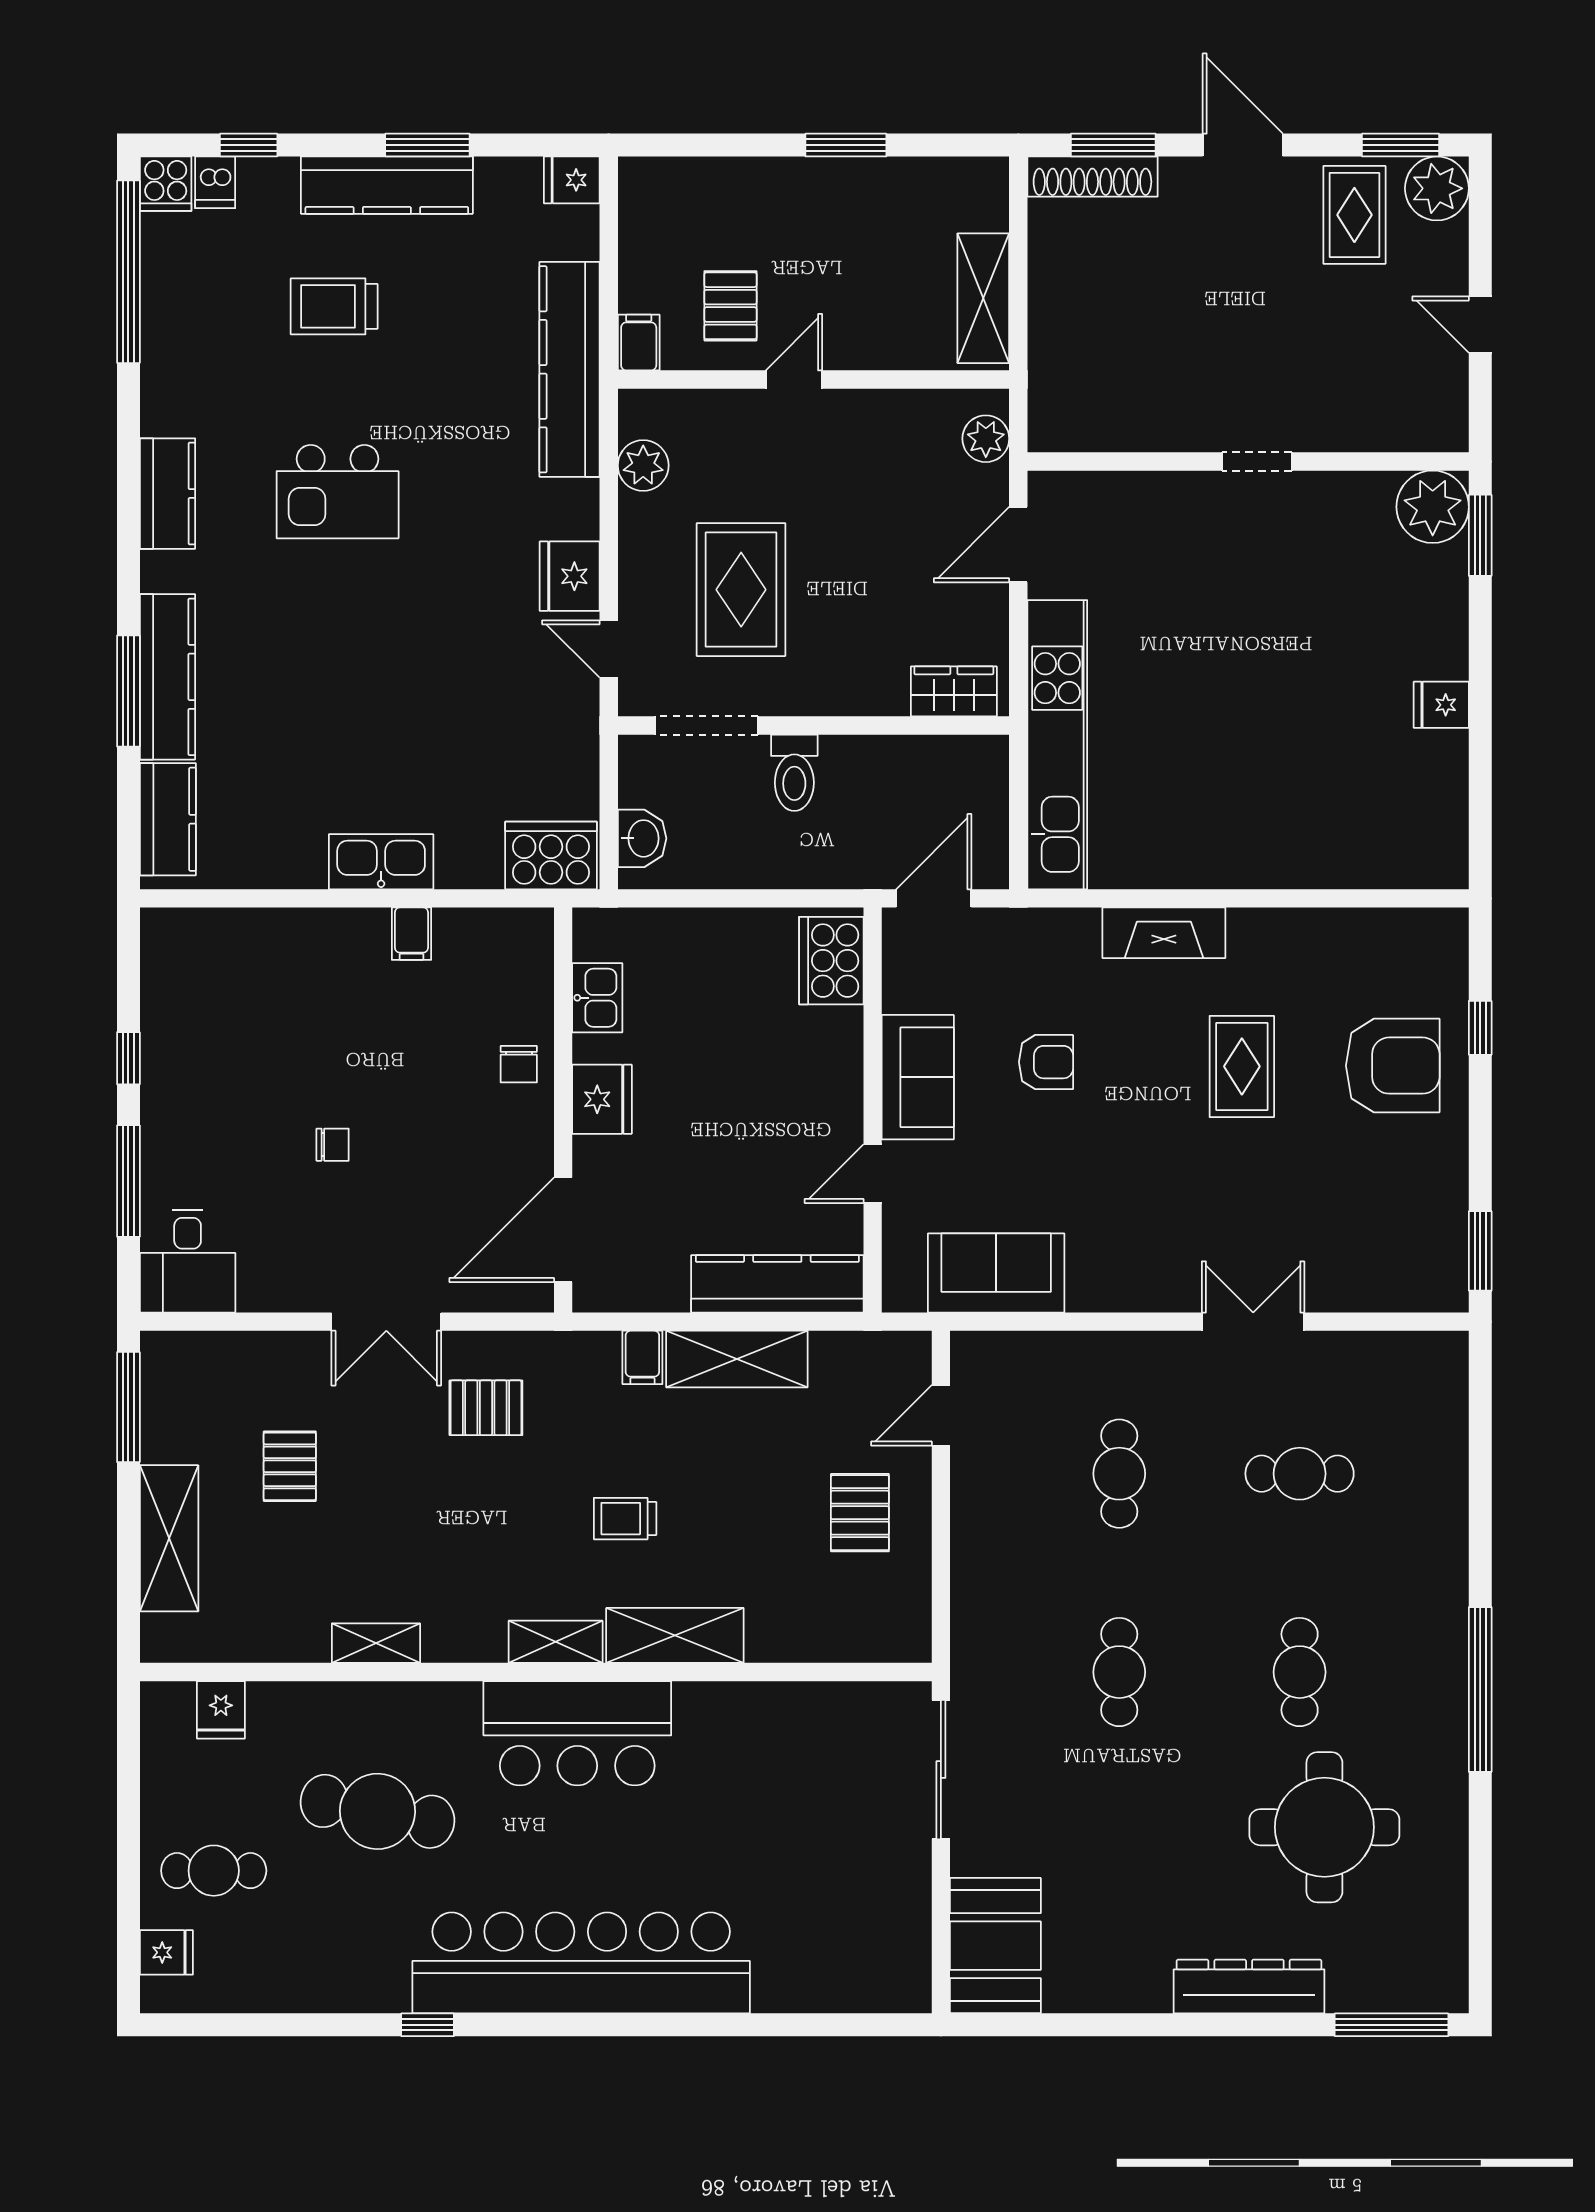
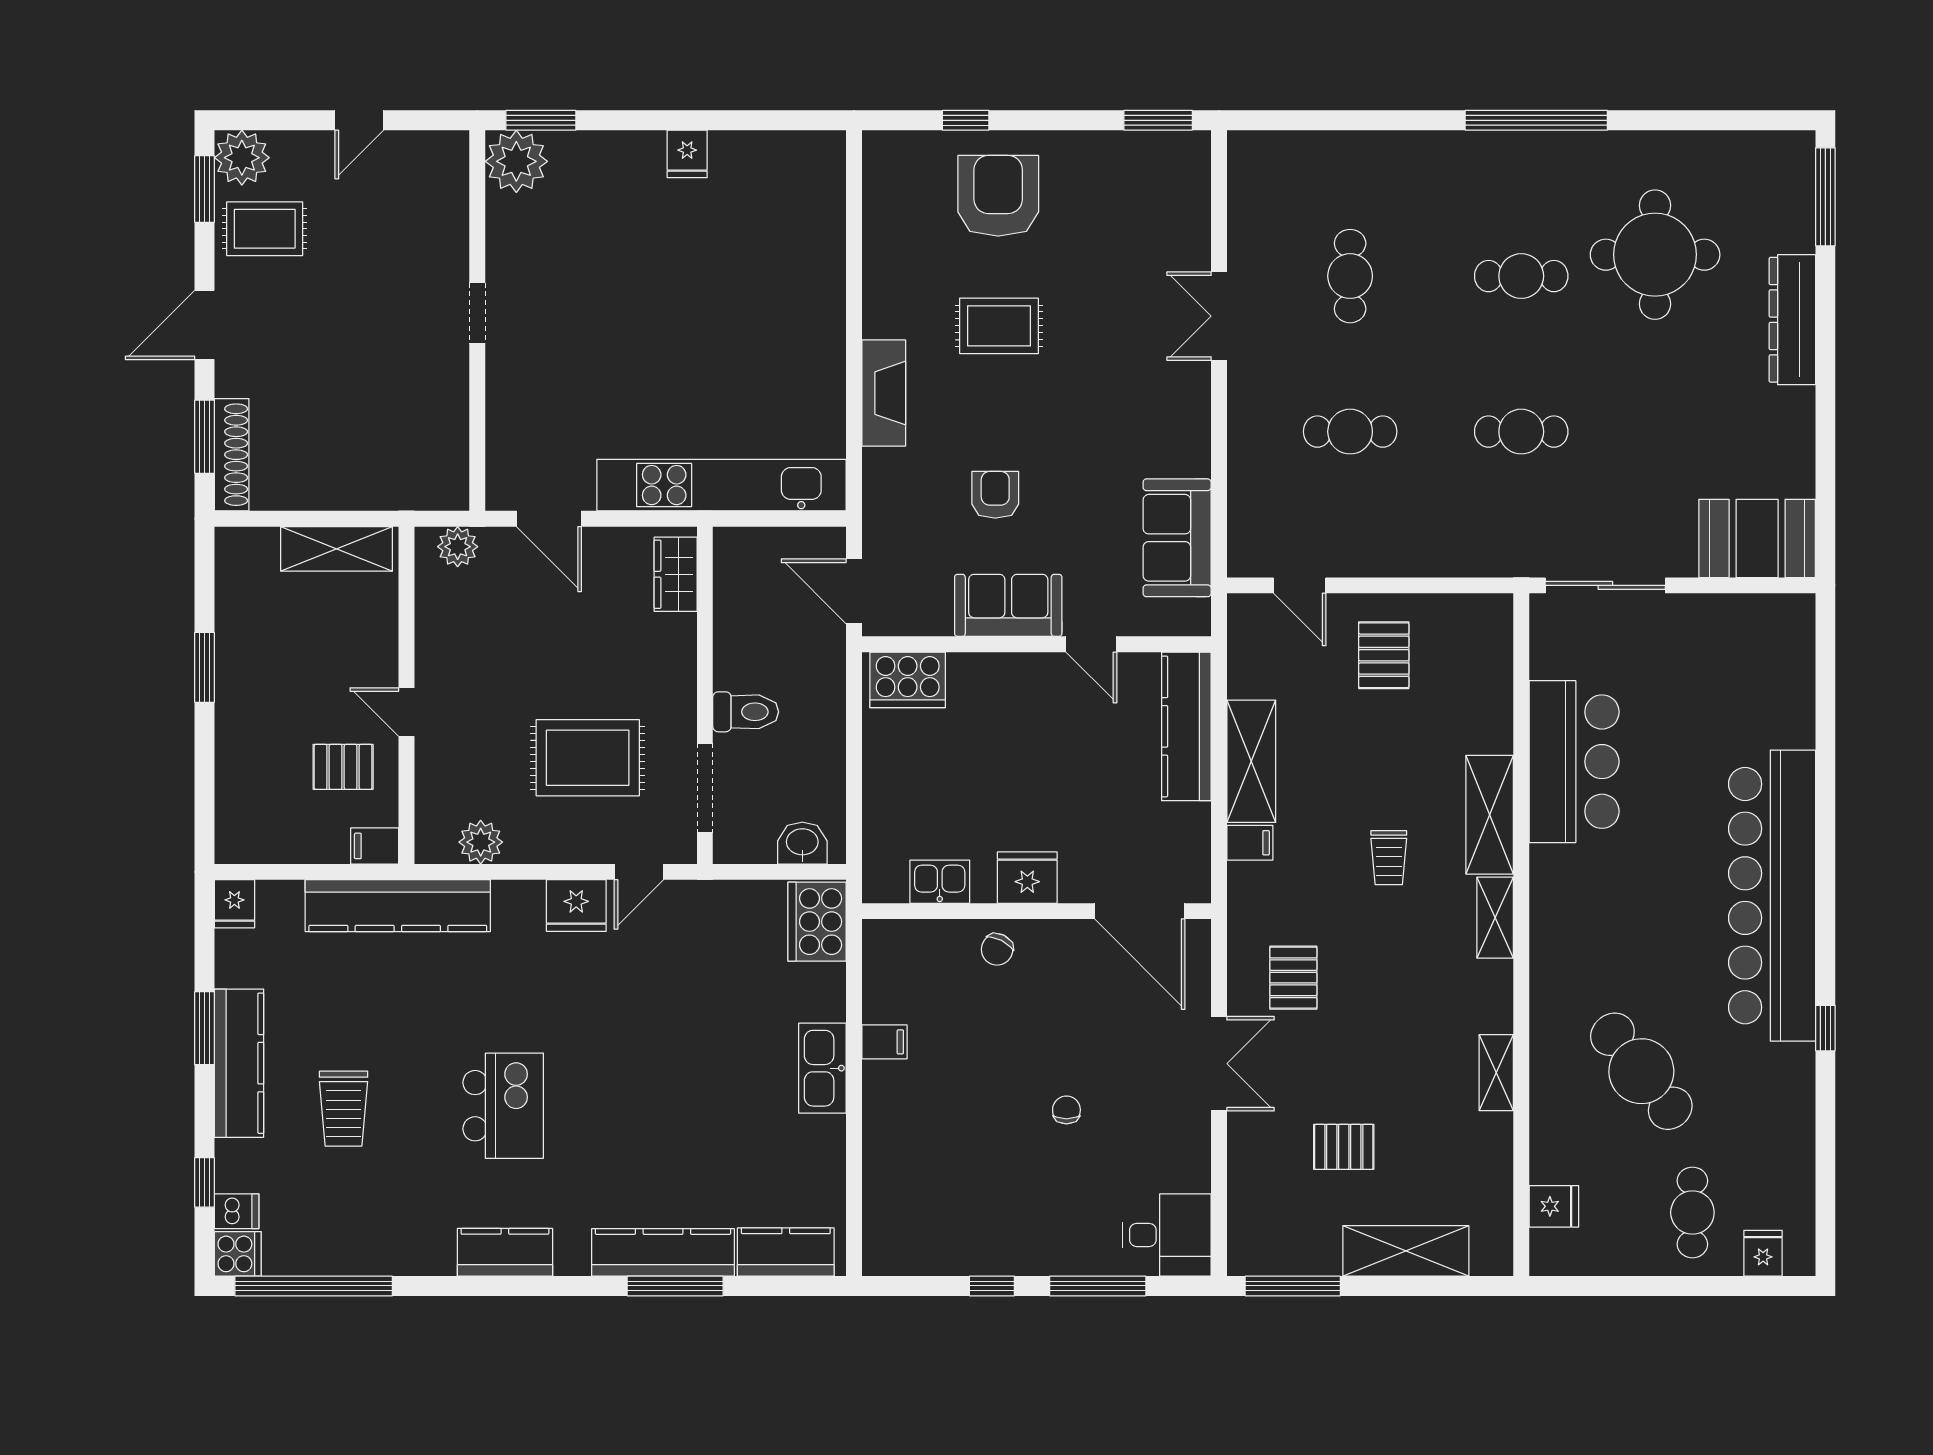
chair: (519, 1064) -> (997, 949), turned 117
pallet: (860, 1513) -> (1384, 655), turned 90
bar counter: (577, 1733) -> (1574, 762), moved
cafe table: (377, 1811) -> (1641, 1071), turned -49

